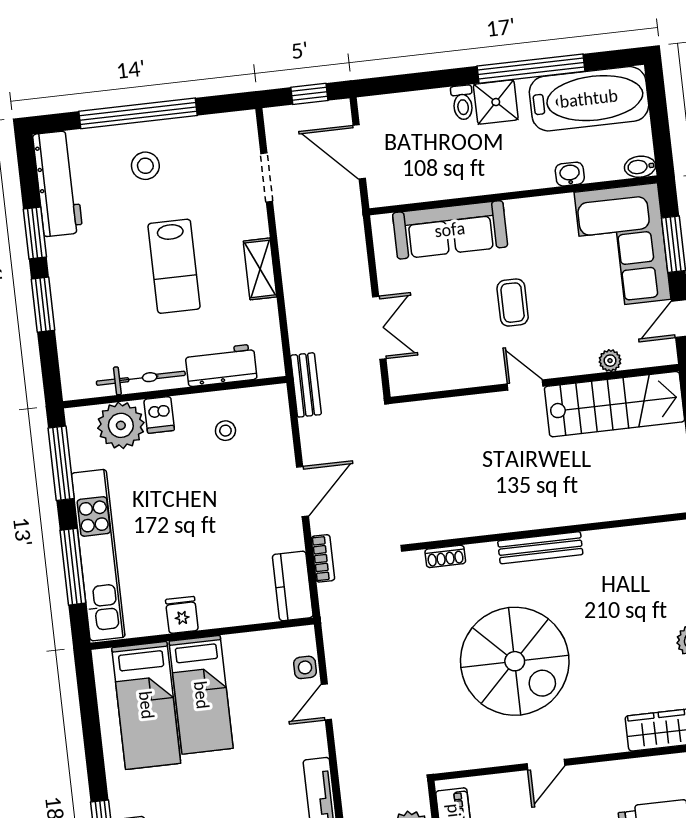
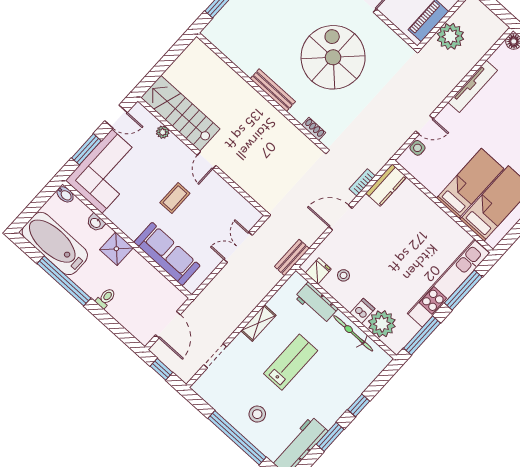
shower: (496, 102) -> (116, 249), moved
window: (43, 305) -> (359, 405), width x0.67
fridge: (182, 615) -> (318, 271), moved, turned 180

